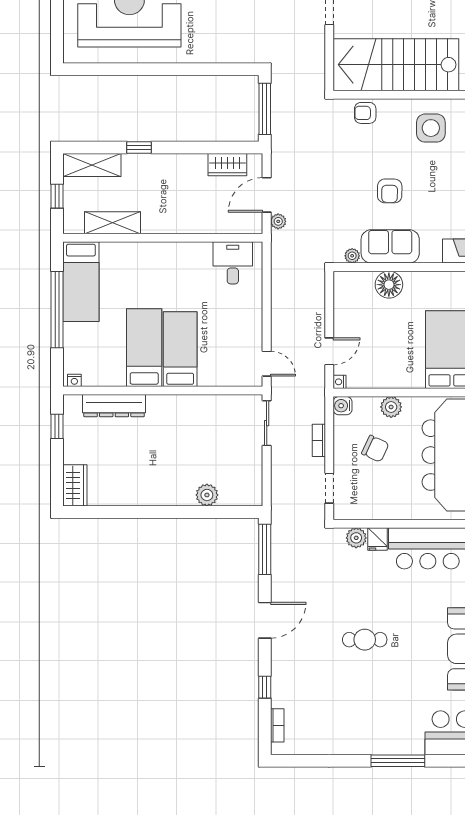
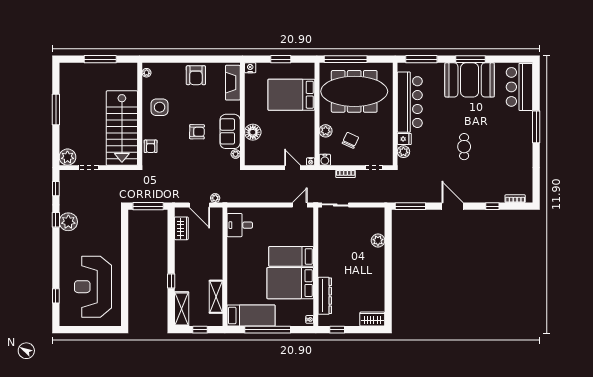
bed: (144, 348) -> (290, 283), width x1.50

